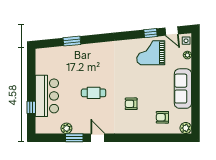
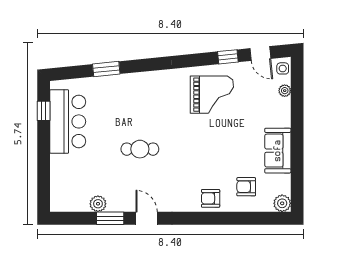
grand piano: (151, 53) -> (212, 95), moved, turned 180
sofa: (183, 89) -> (278, 151), width x0.73
bar counter: (47, 96) -> (68, 121), moved
armchair: (131, 104) -> (211, 198), moved
window: (31, 107) -> (44, 111), moved

